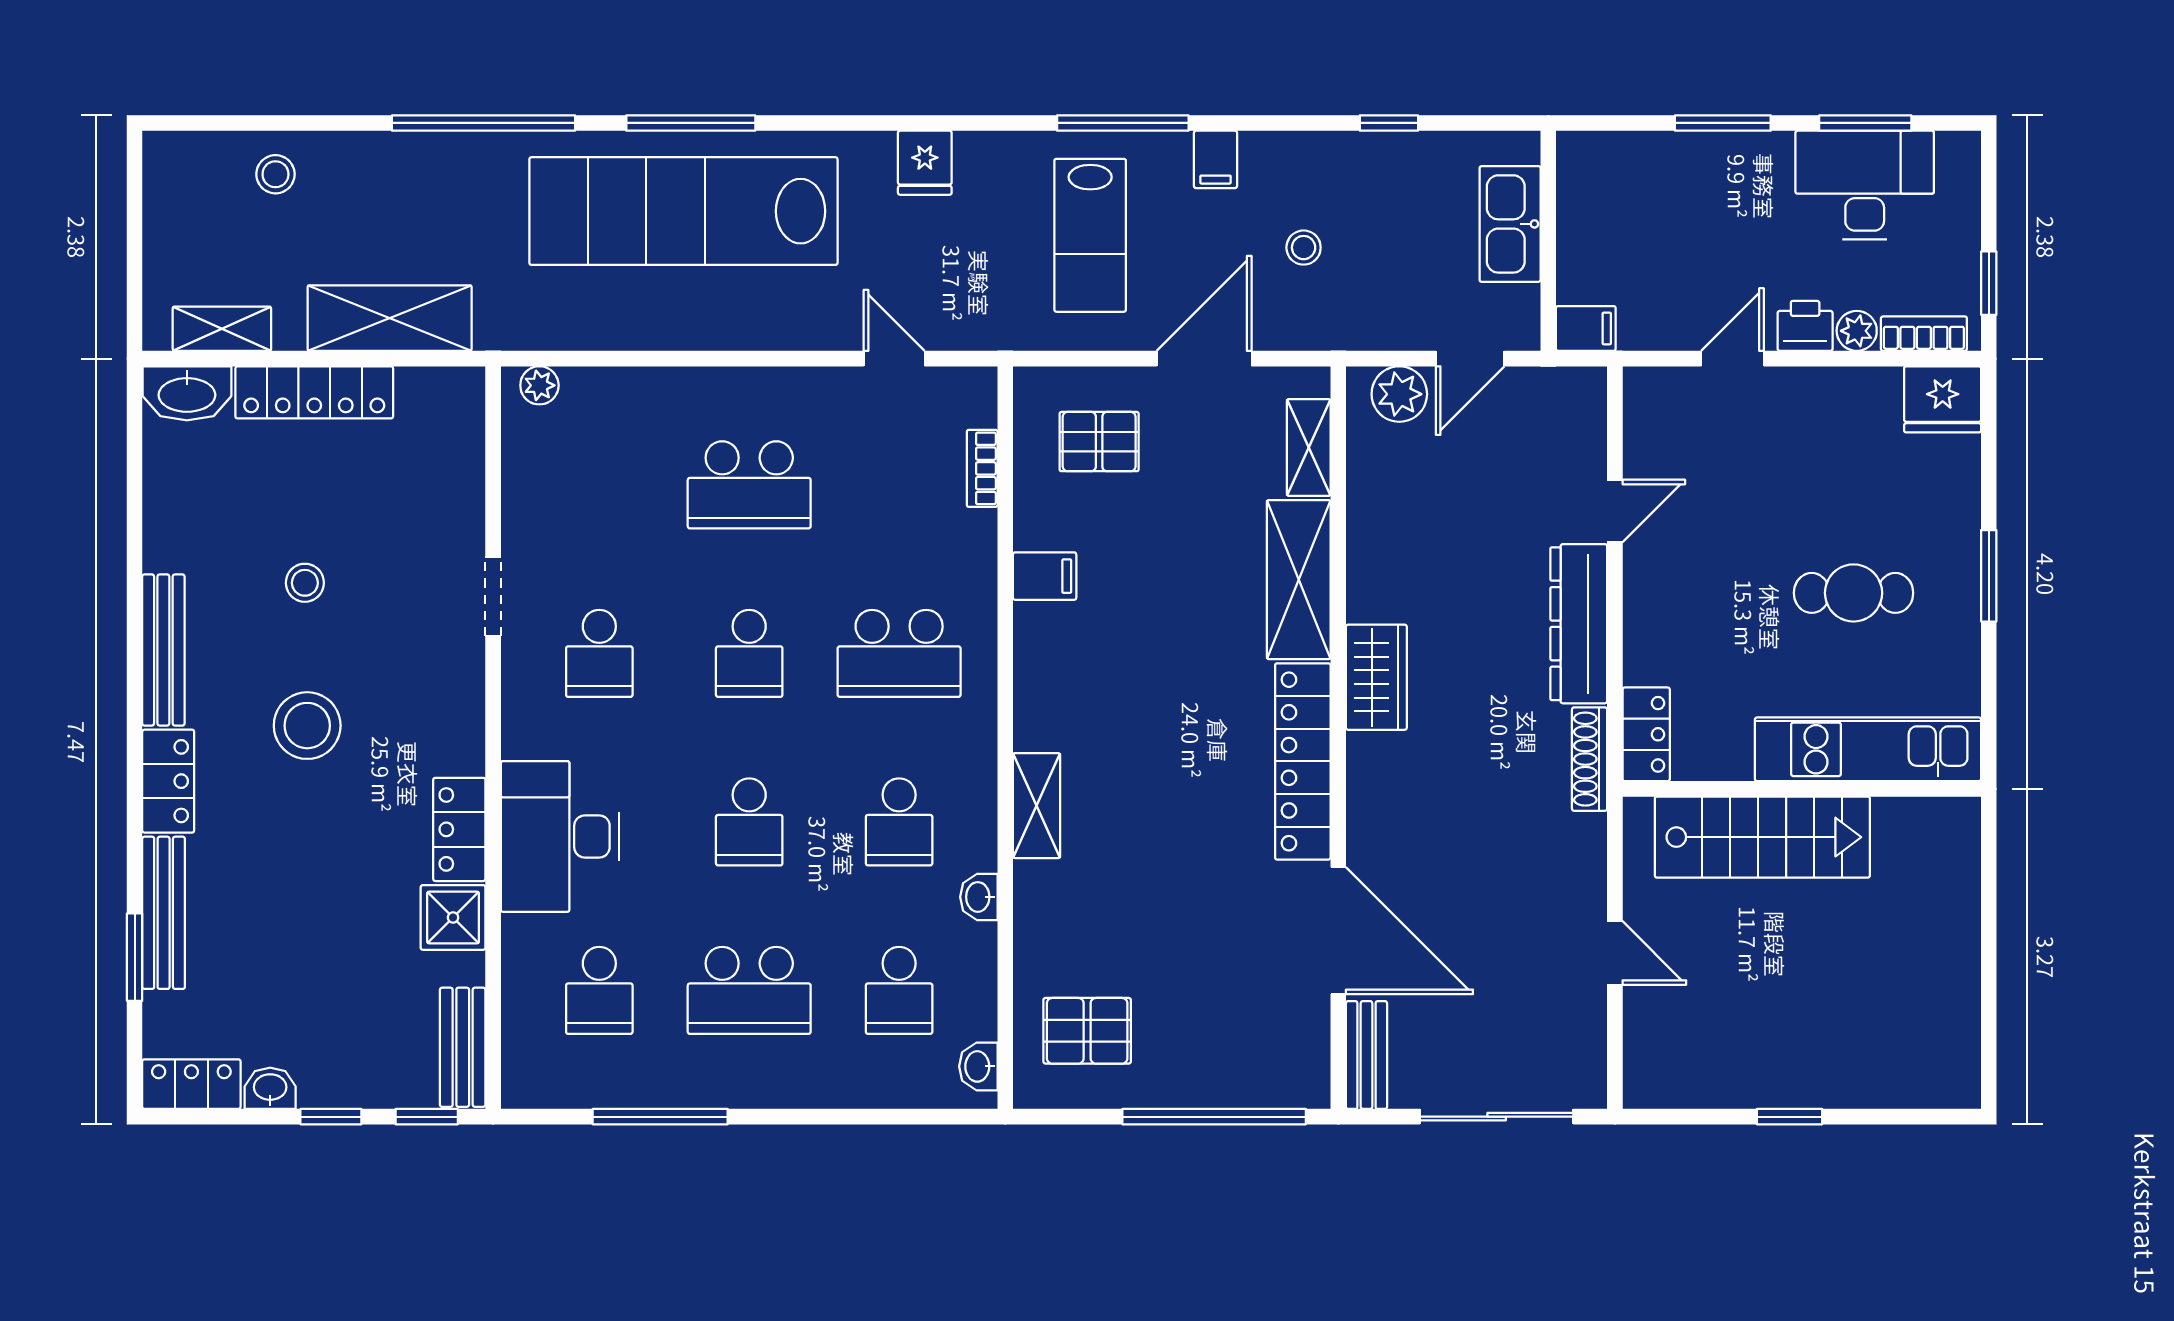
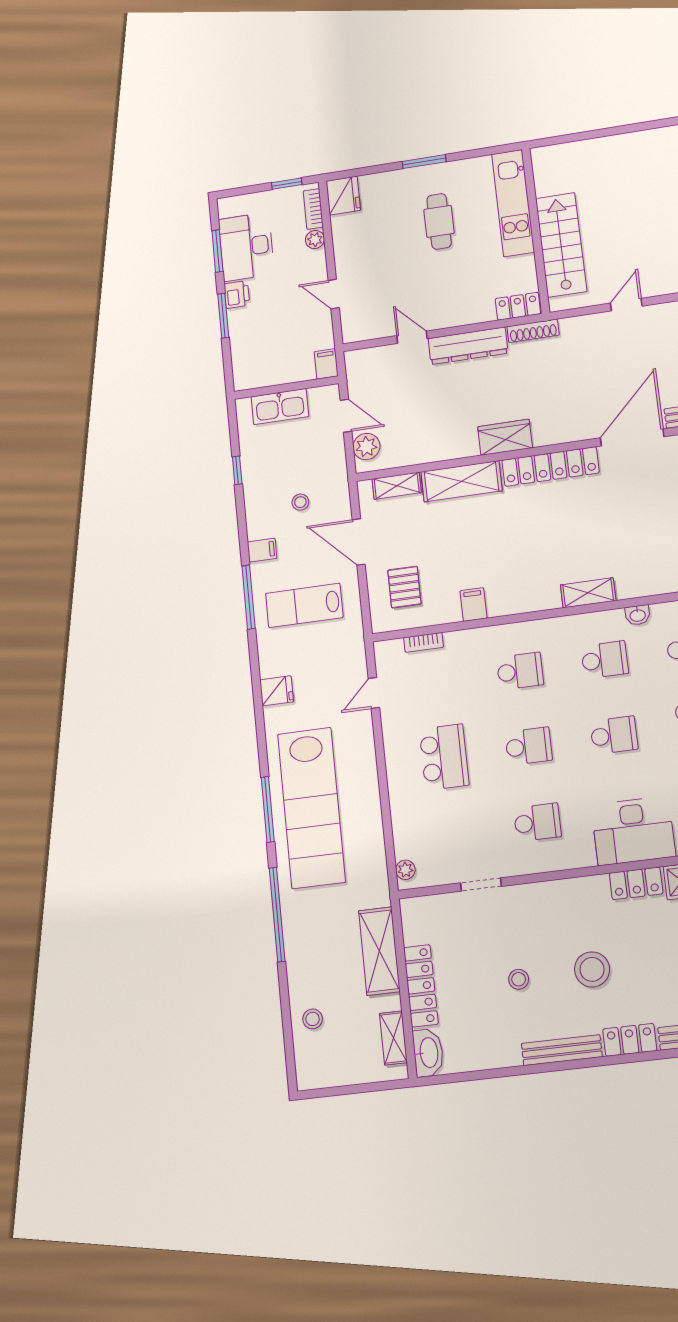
lab bench: (1090, 235) -> (304, 605), turned 180
printer: (1805, 326) -> (237, 295), moved, turned 180
doorway: (493, 597) -> (481, 885), moved
school desk: (899, 653) -> (520, 671), width x0.54

